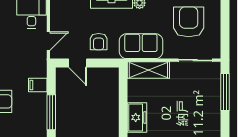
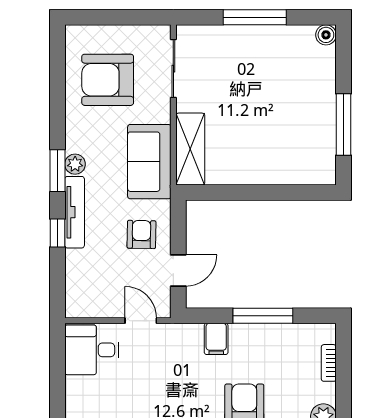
armchair: (99, 42) -> (142, 234), turned -89
window: (225, 92) -> (255, 17), moved
freezer: (137, 117) -> (272, 168), removed

